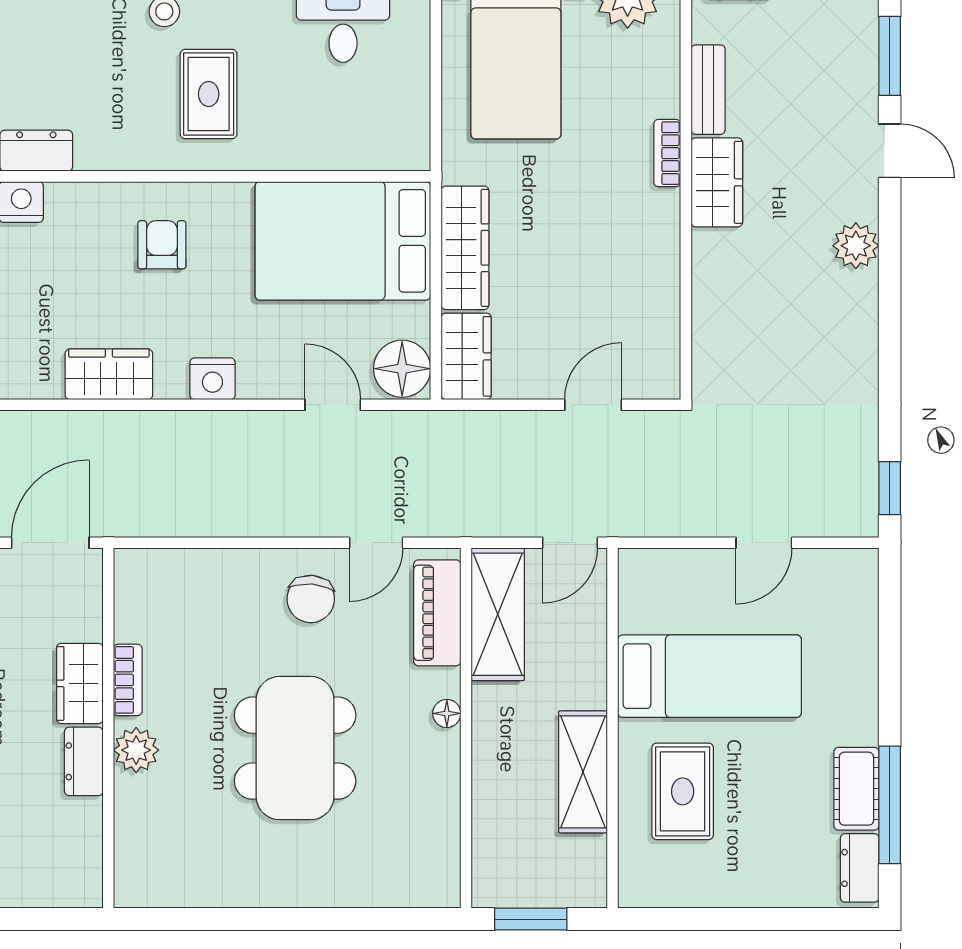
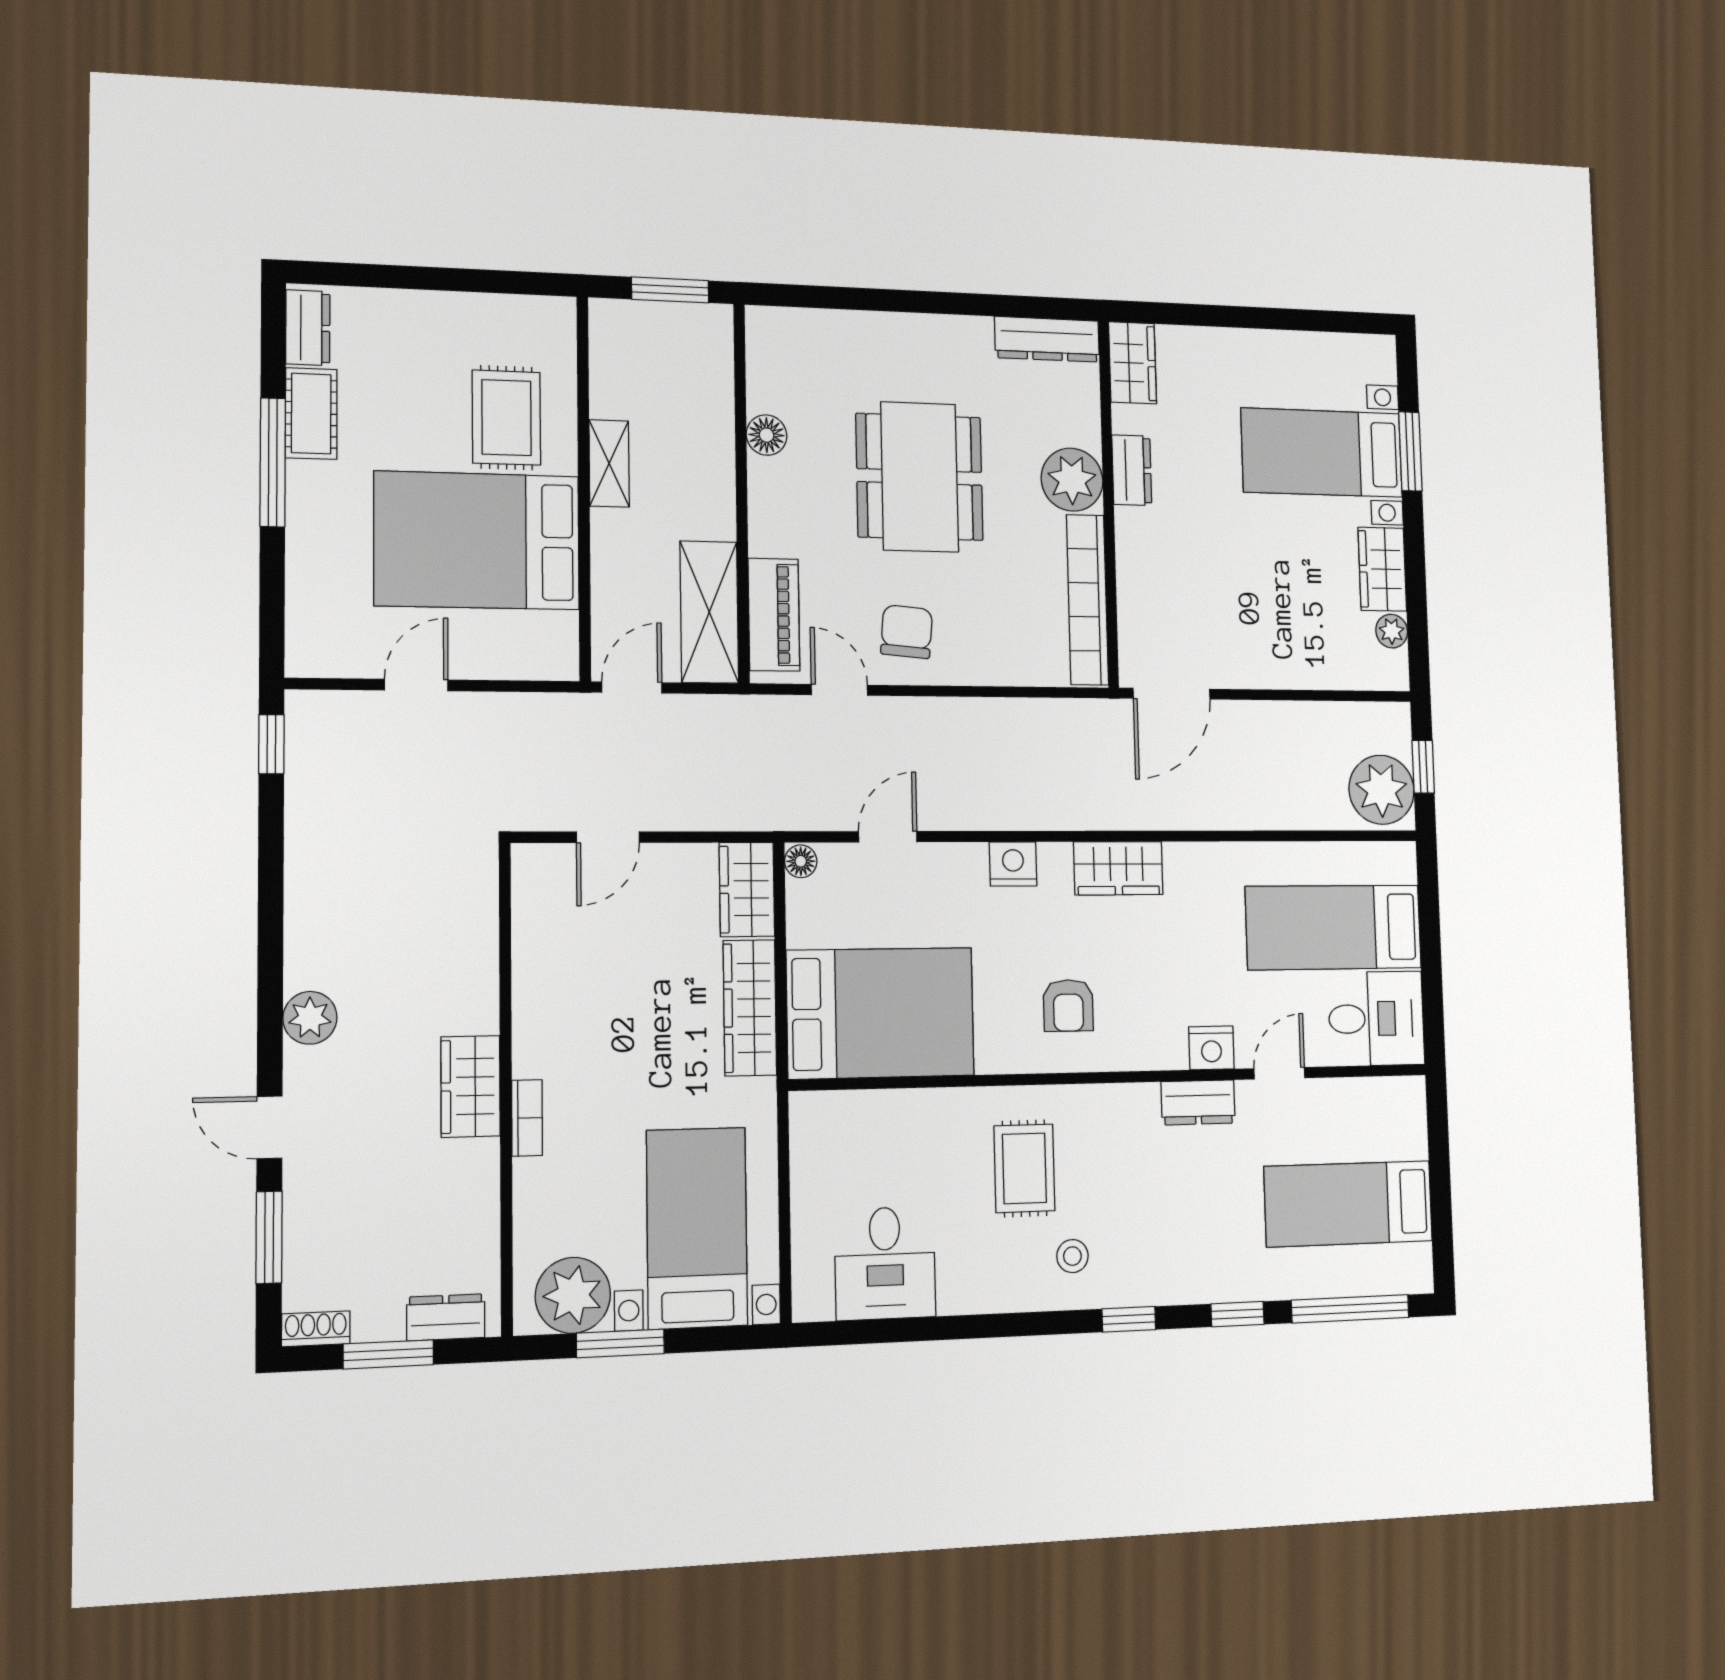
bench: (708, 90) -> (481, 1191), removed
floor lamp: (402, 369) -> (801, 861), width x0.53, depth x0.53
door: (333, 405) -> (888, 837), swing flipped
door: (376, 543) -> (839, 690), hinge flipped
bed: (710, 676) -> (477, 541), width x1.50
bookcase: (128, 680) -> (1087, 600), width x2.31, depth x1.31
wardrobe: (80, 683) -> (1132, 363), moved
floor lamp: (447, 713) -> (767, 435), moved, width x1.37, depth x1.37
plant: (136, 750) -> (1072, 480), width x1.36, depth x1.36
shelving: (583, 772) -> (609, 463), width x0.67, depth x0.75
window: (890, 805) -> (273, 462), moved
dresser: (166, 888) -> (1047, 339), added

